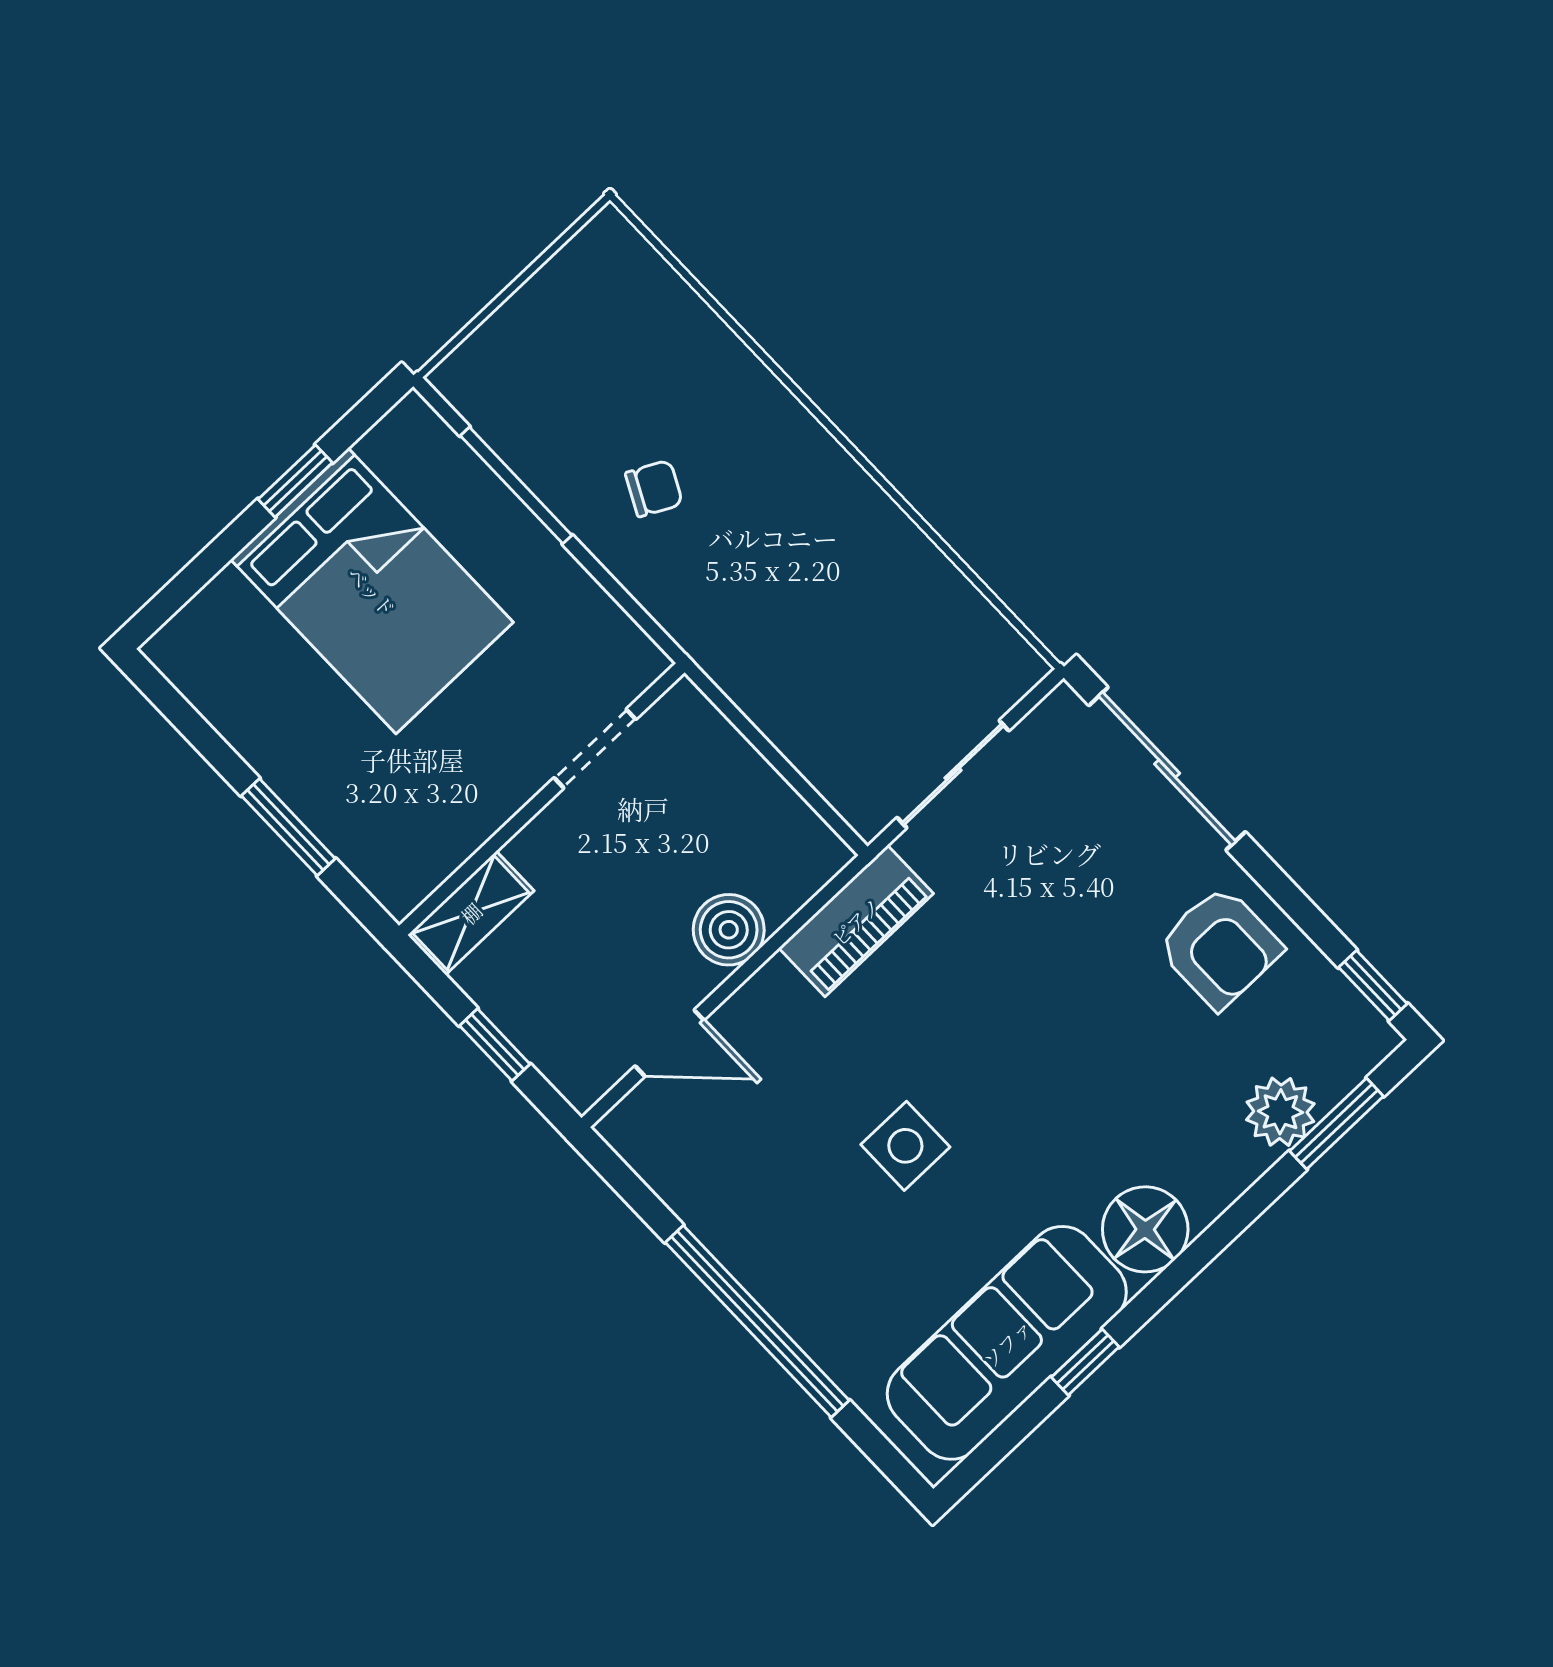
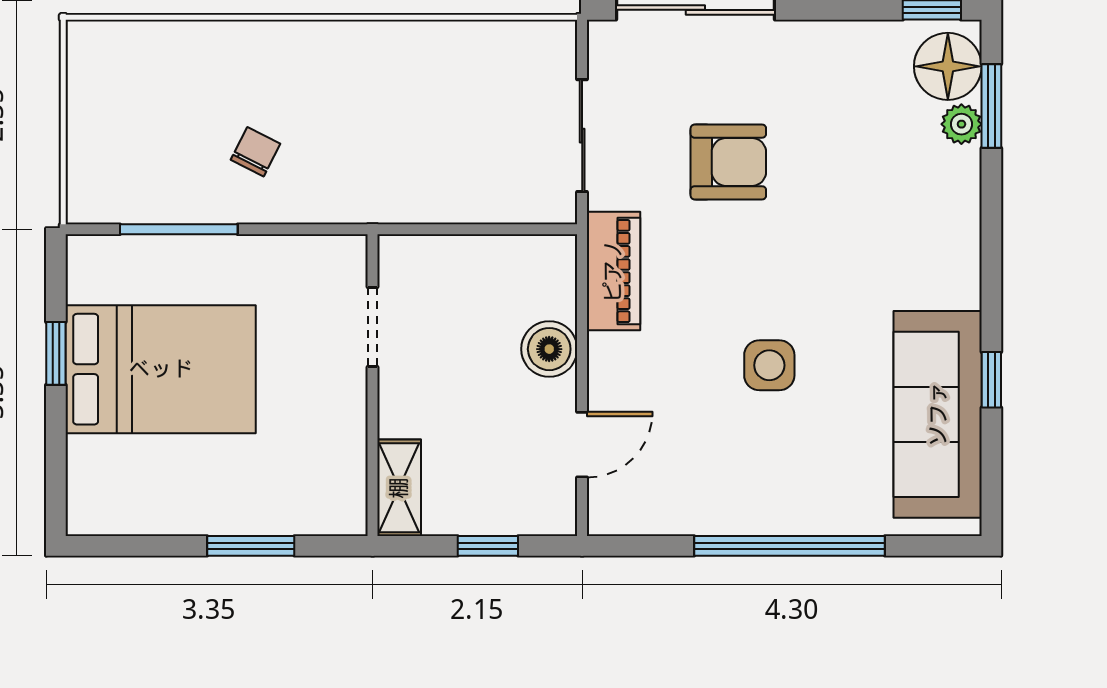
armchair: (1220, 947) -> (728, 162), moved
plant: (1280, 1112) -> (961, 124), width x0.73, depth x0.73
floor lamp: (1145, 1229) -> (948, 66), moved

